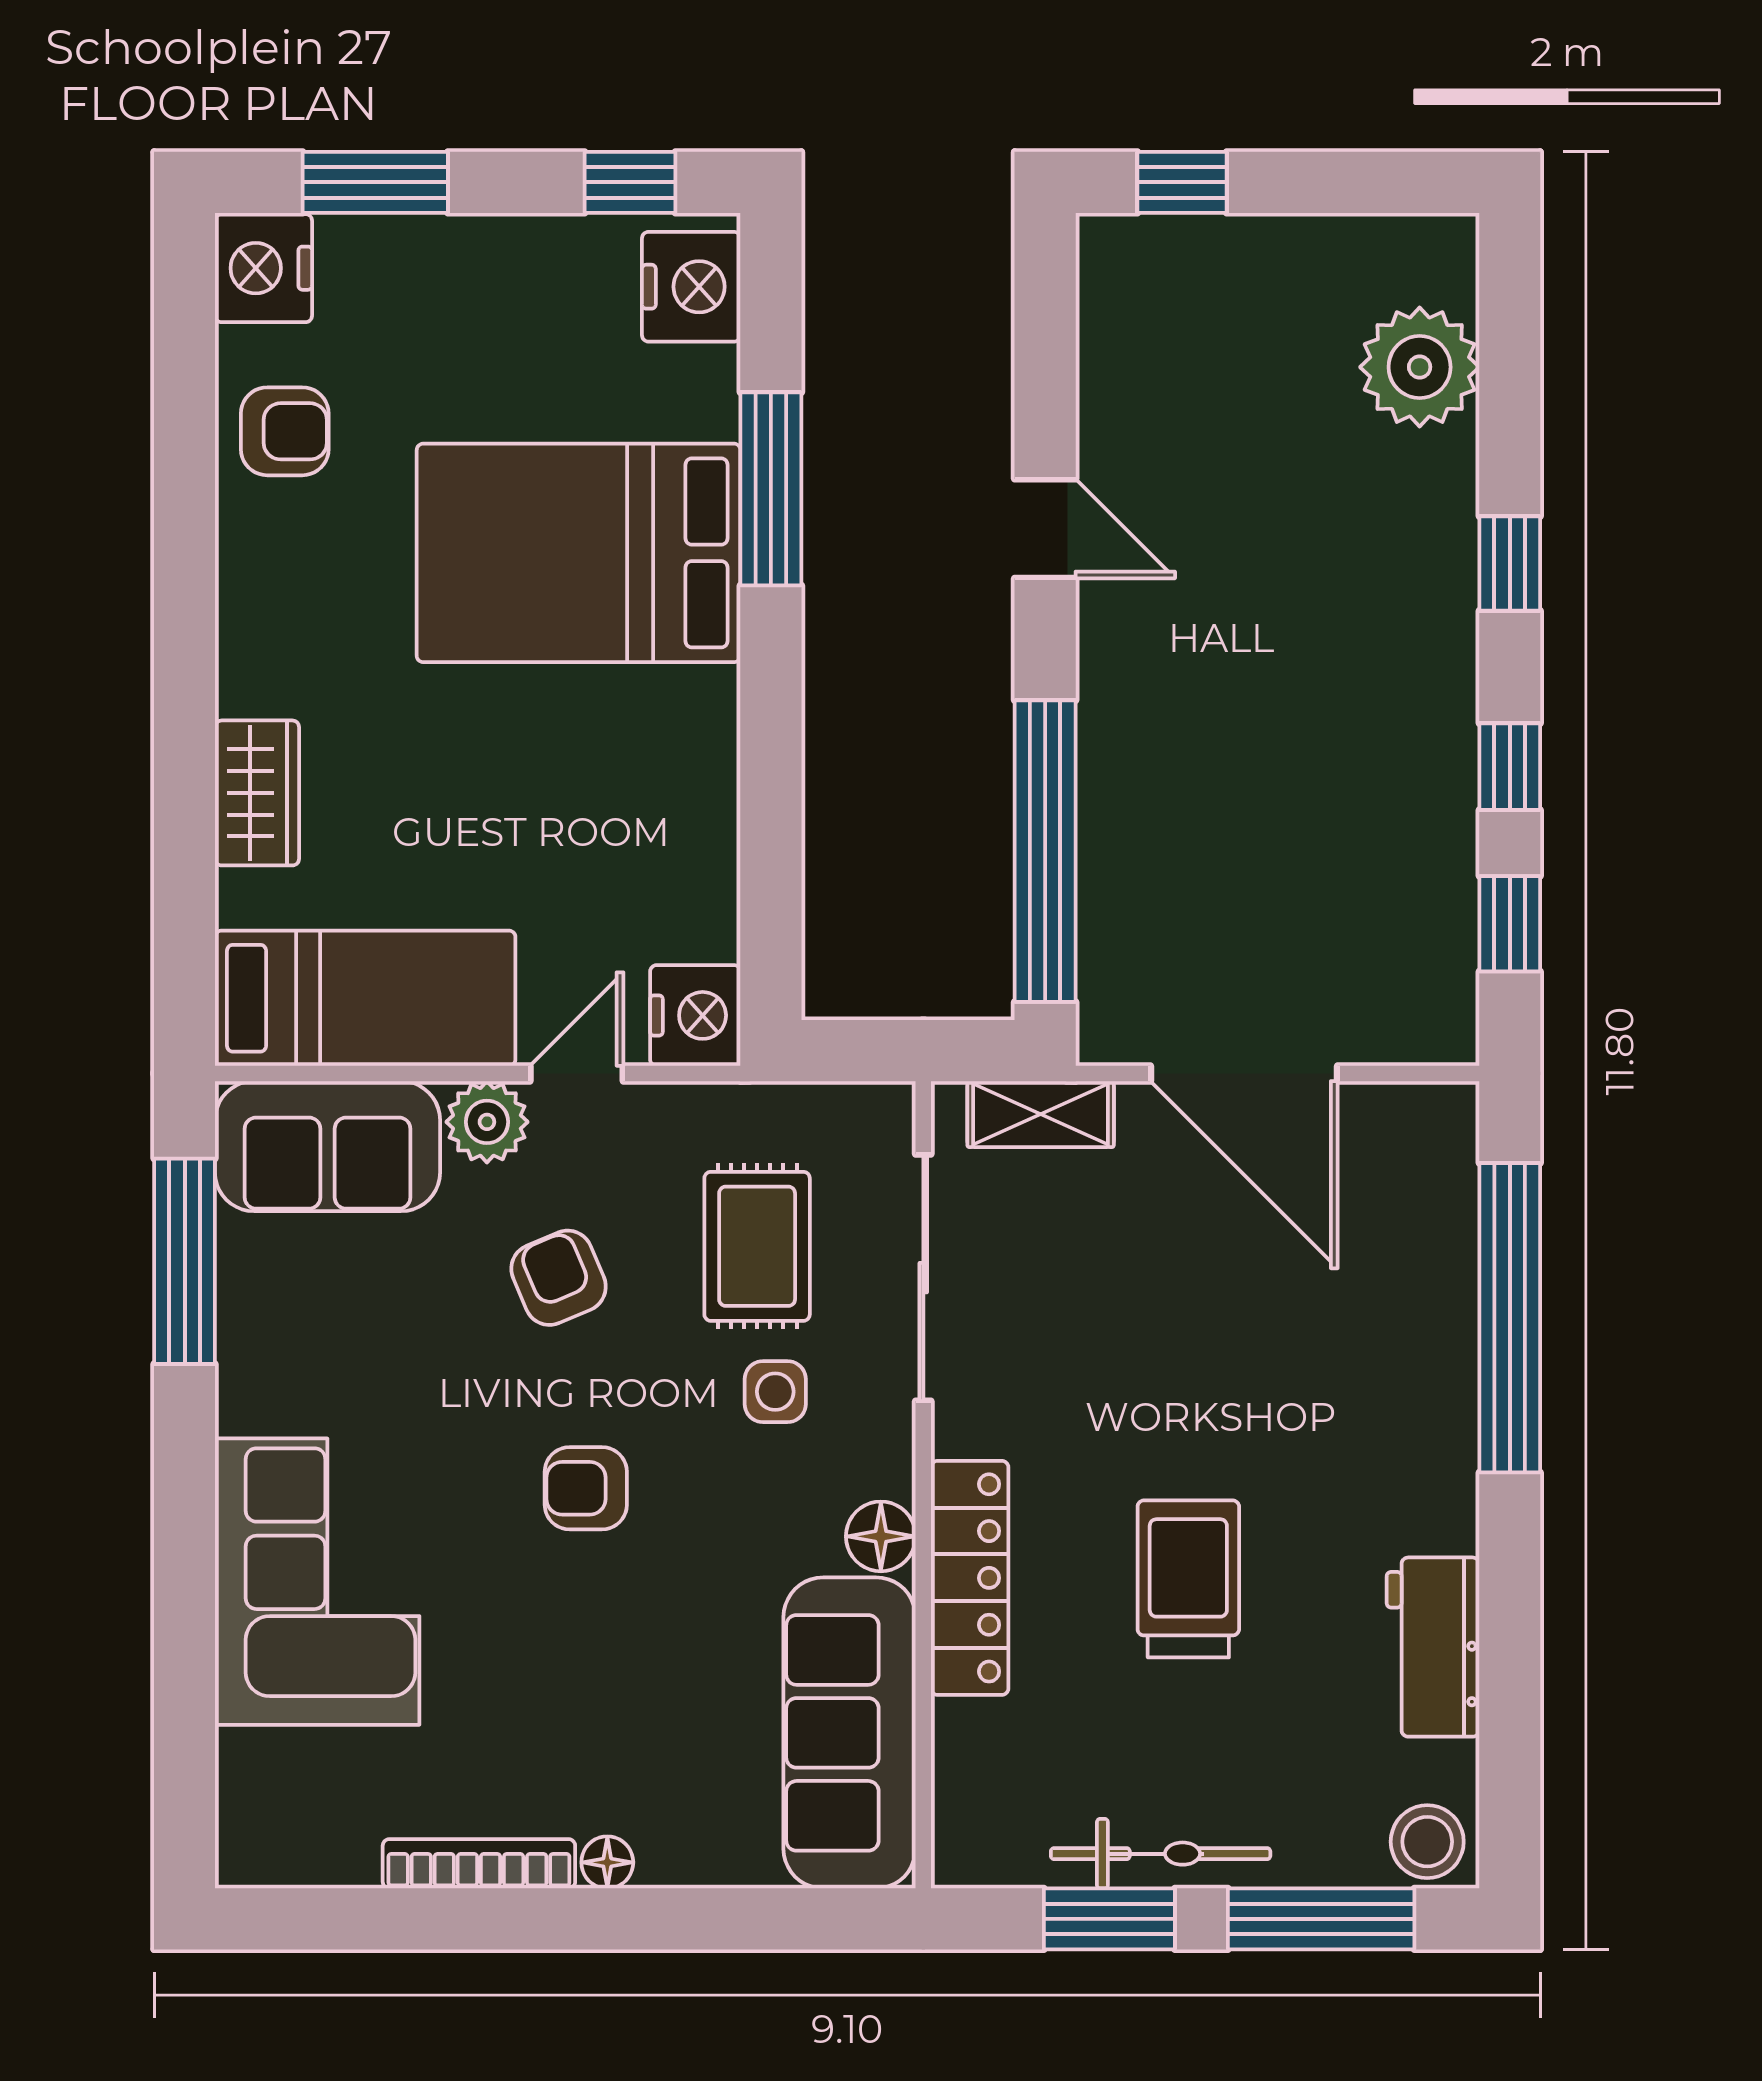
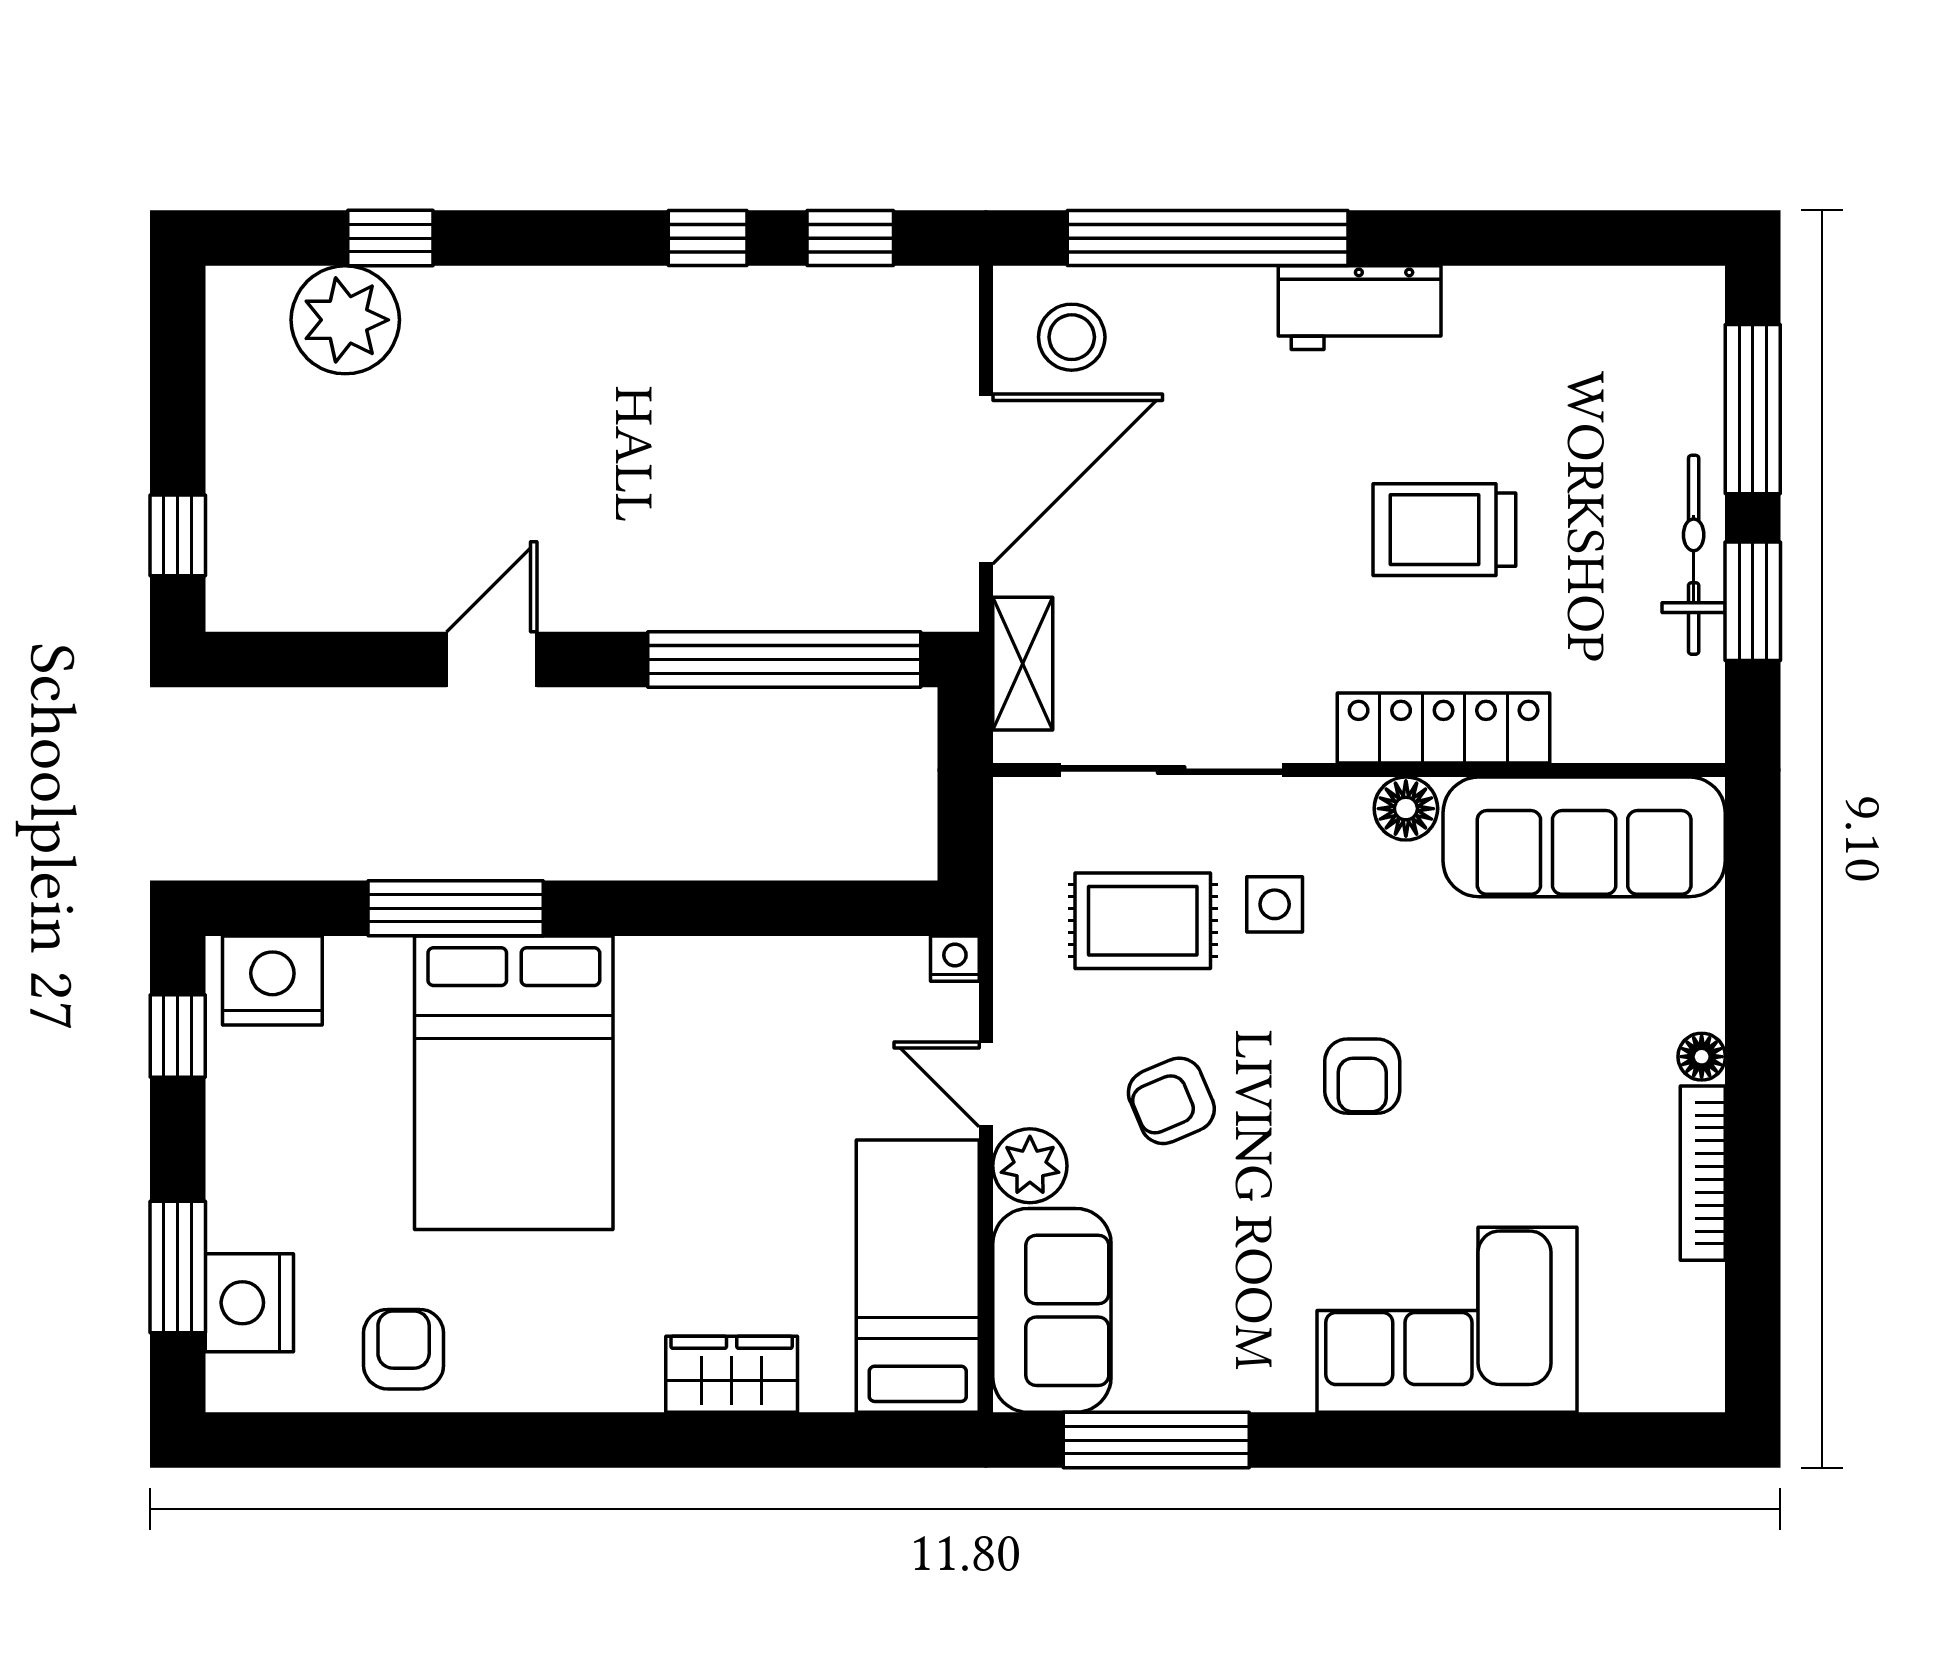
nightstand: (263, 268) -> (249, 1303), moved, turned 90
window: (1510, 564) -> (390, 238), moved
nightstand: (695, 1015) -> (955, 959), width x0.53, depth x0.56
workbench: (1433, 1647) -> (1360, 308), moved
stool: (1427, 1842) -> (1072, 337), moved

